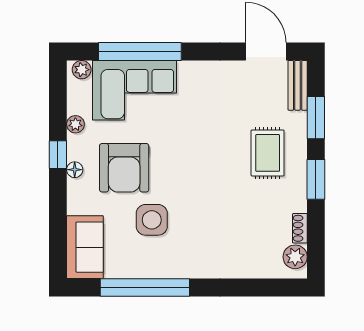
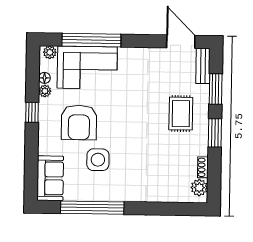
floor lamp: (75, 170) -> (45, 78), moved

